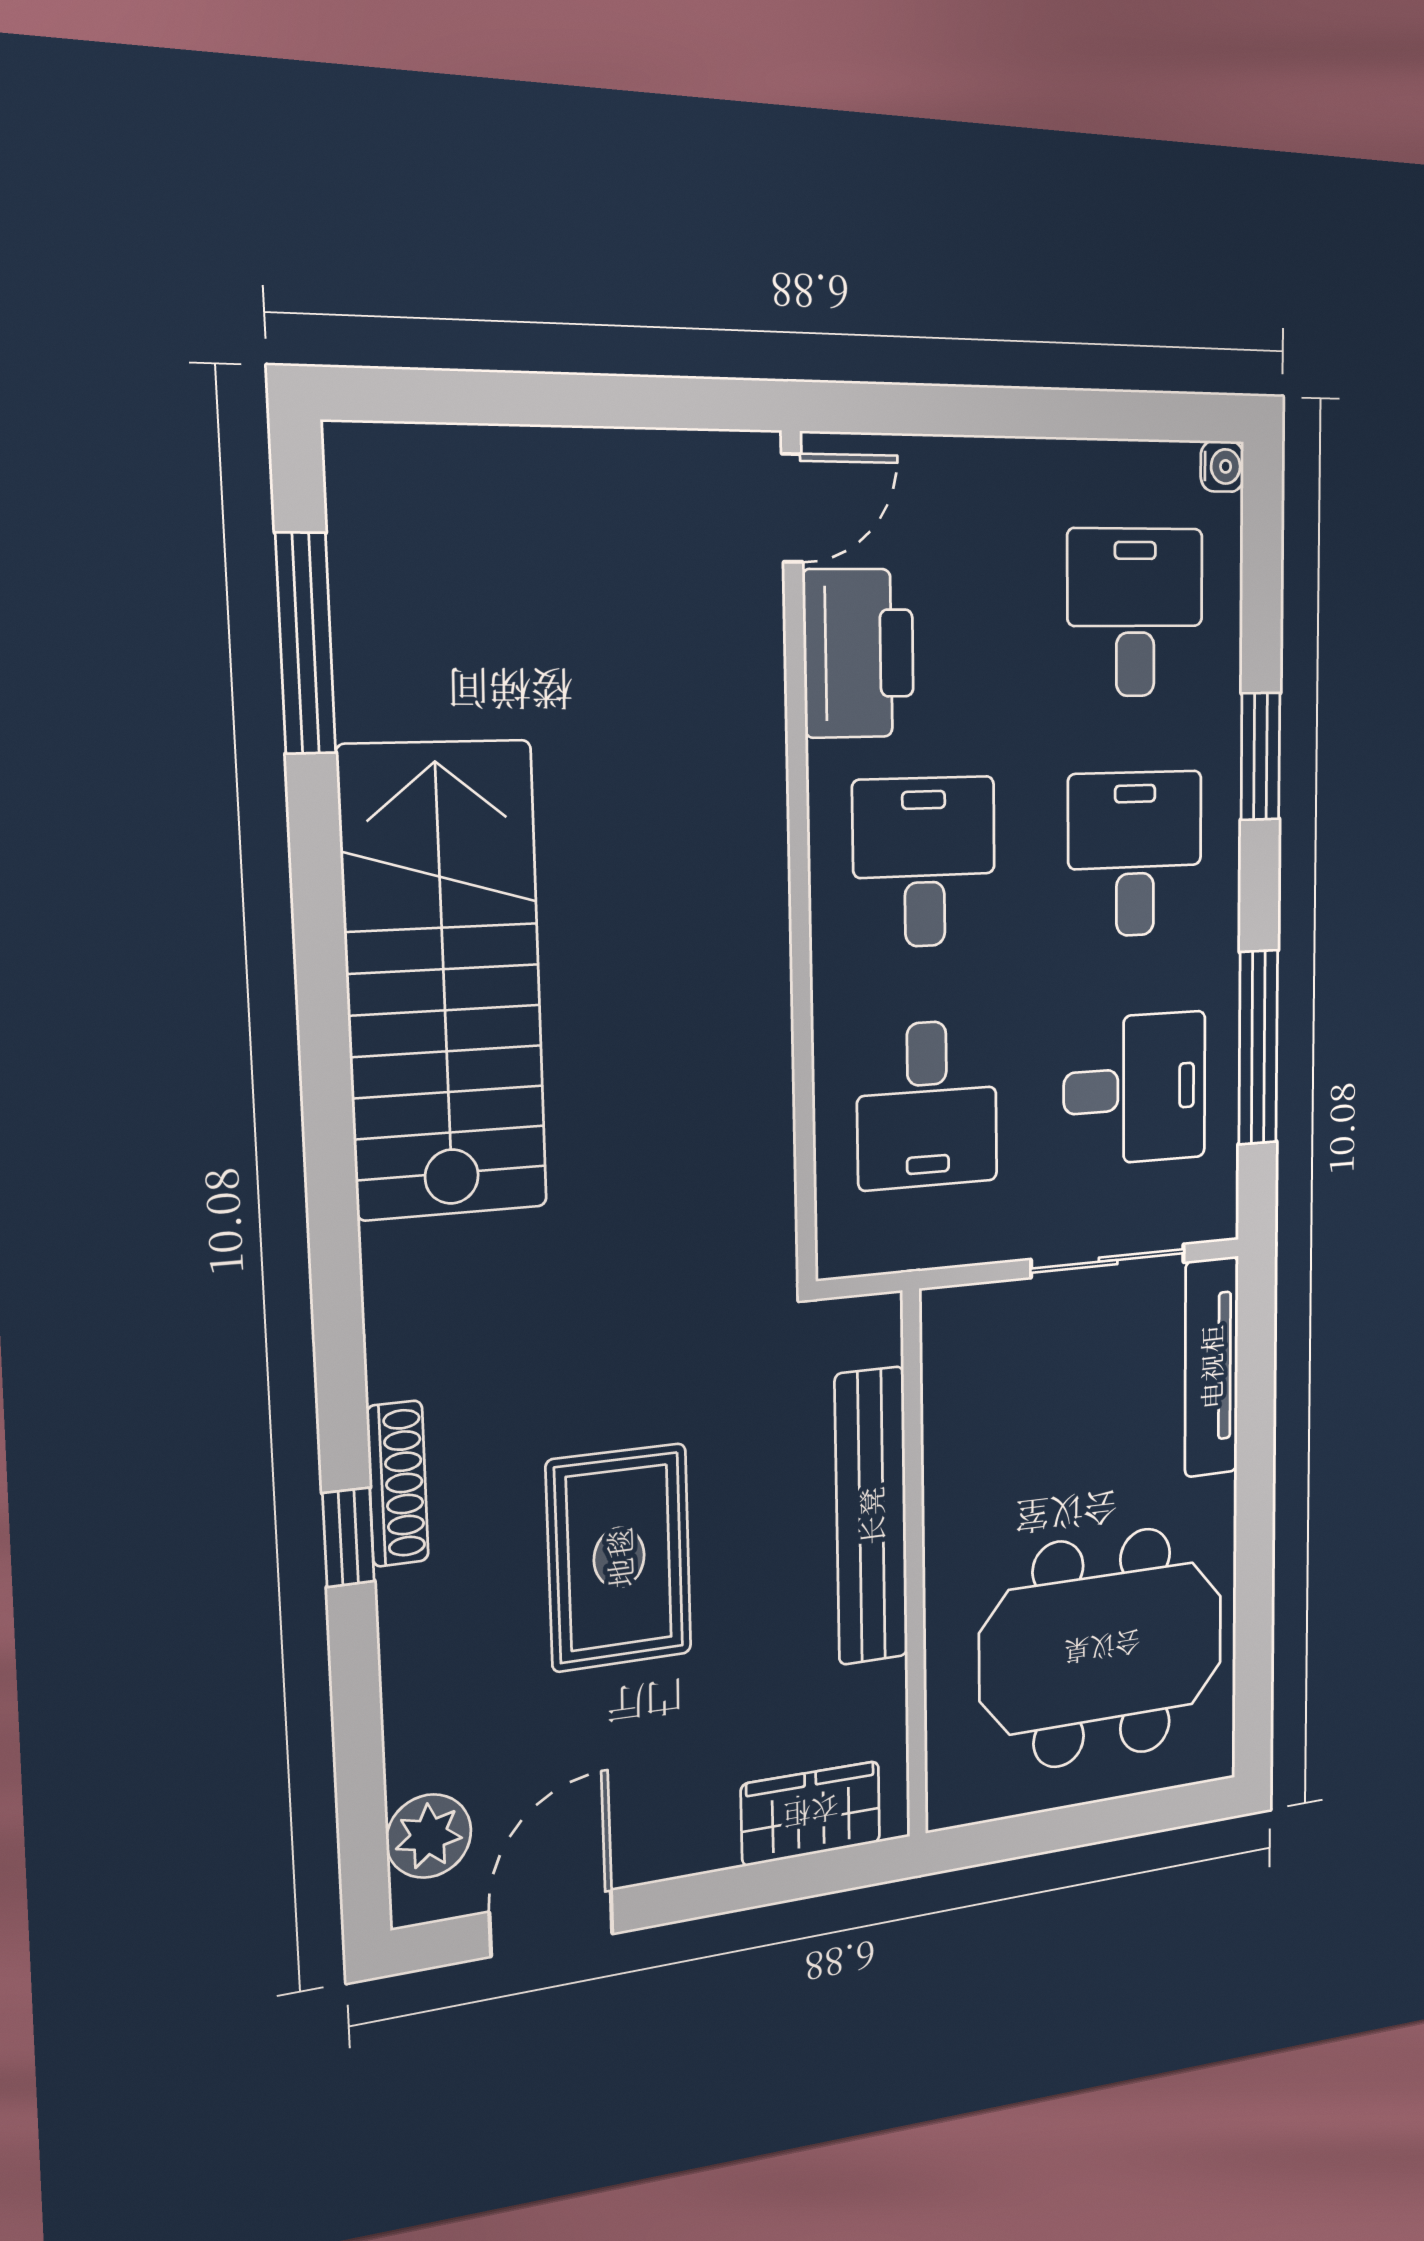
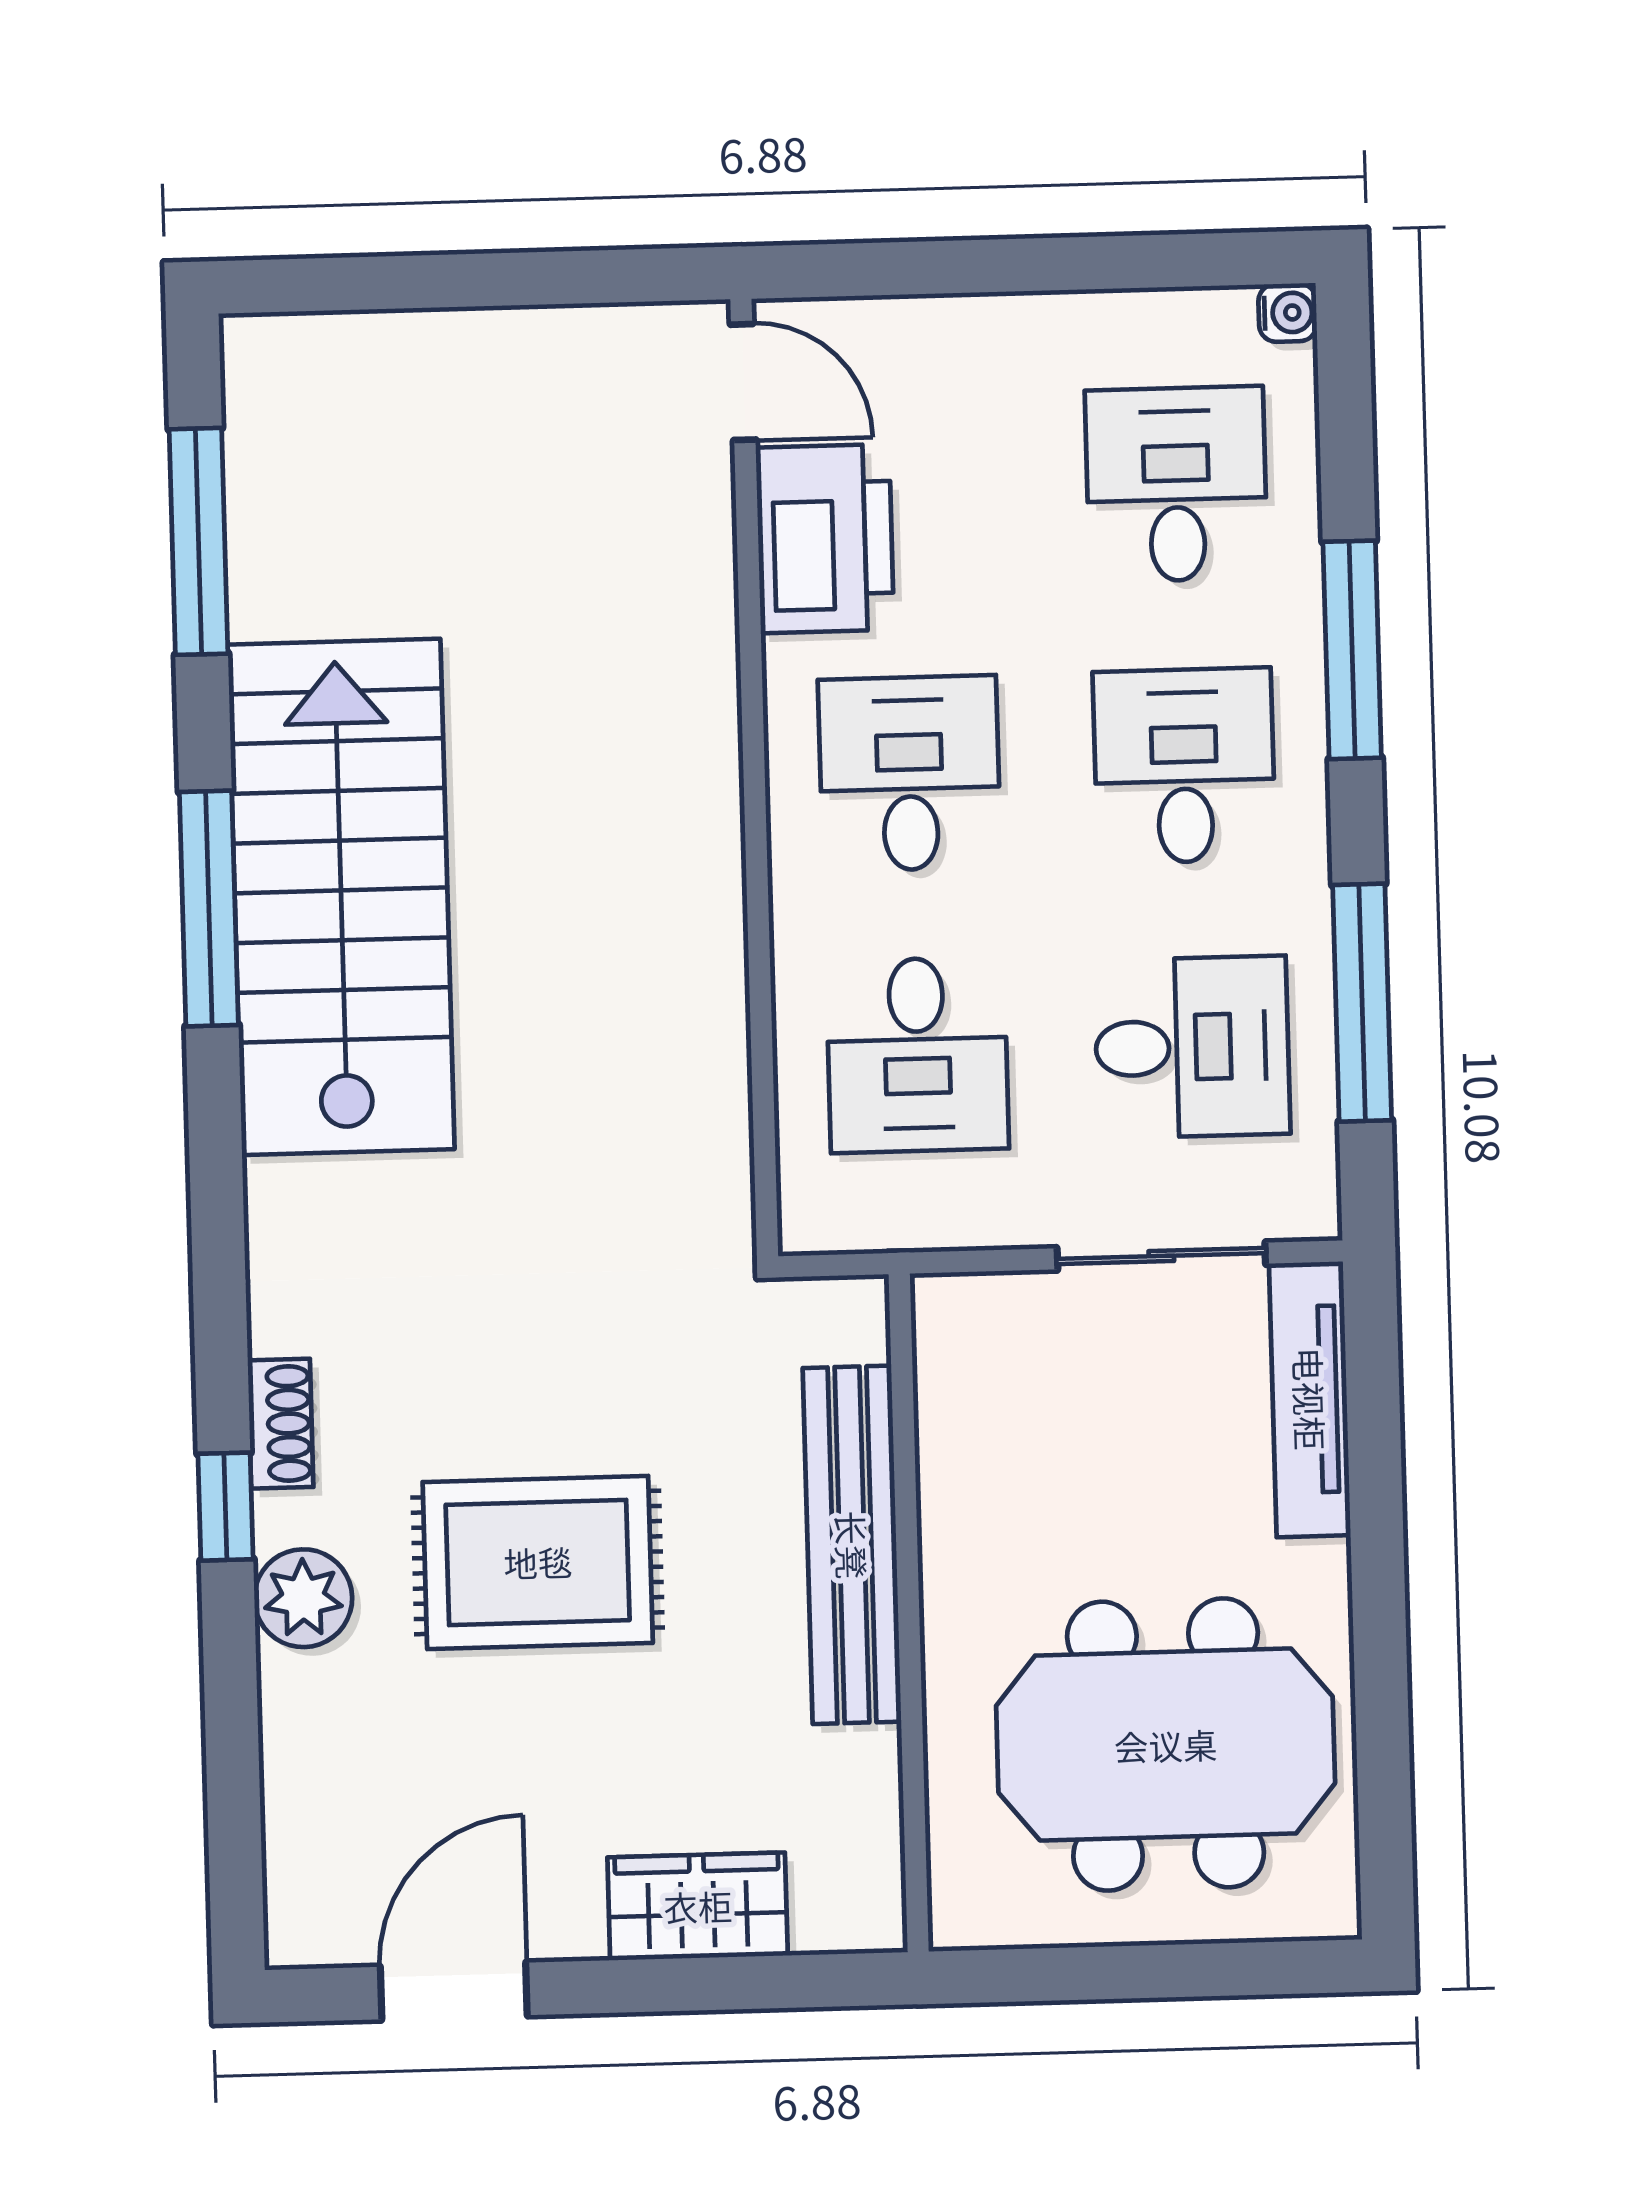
door: (792, 508) -> (743, 382), hinge flipped
window: (1260, 756) -> (1352, 650), width x1.44
window: (322, 995) -> (209, 908), added
shoe rack: (397, 1484) -> (281, 1424), width x0.70
rug: (619, 1558) -> (538, 1562), turned 90
wardrobe: (811, 1813) -> (698, 1906), moved
plant: (429, 1836) -> (303, 1598), moved

